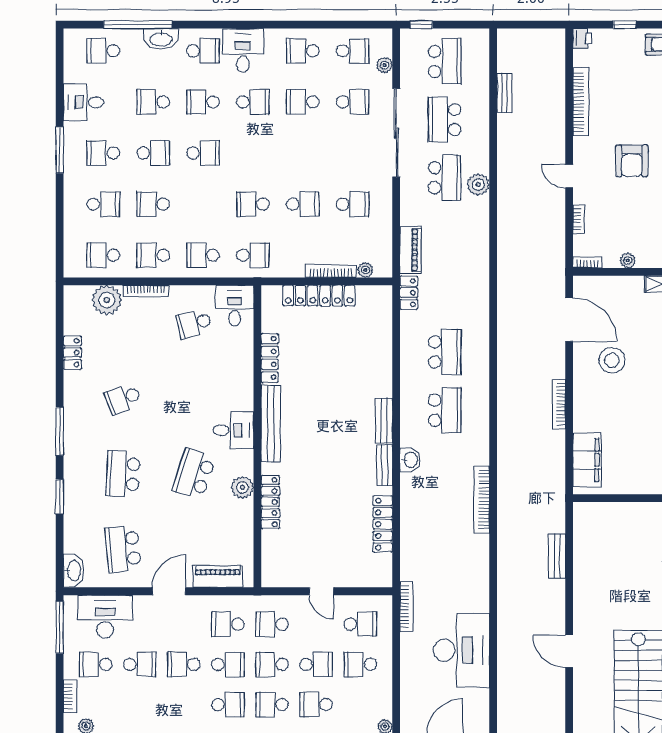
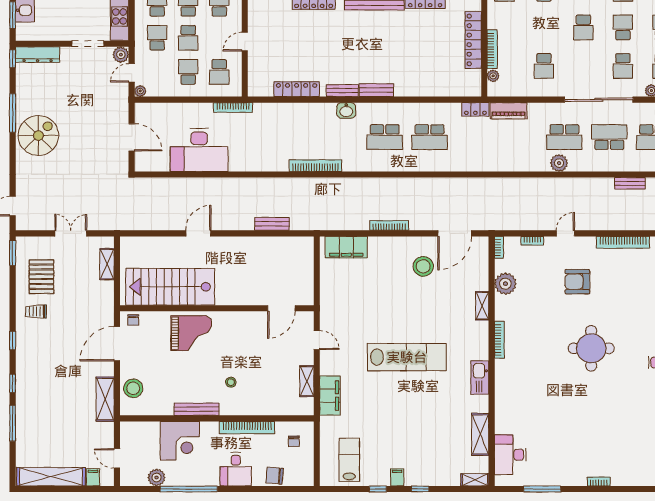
school desk: (303, 204) -> (583, 27), moved
plant: (628, 261) -> (505, 284), width x1.87, depth x1.87

